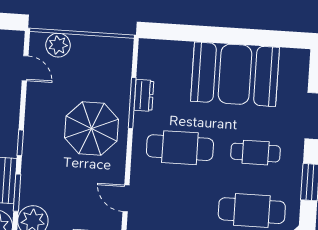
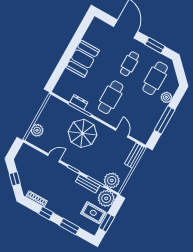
door: (25, 68) -> (54, 158), moved
booth: (235, 74) -> (83, 59), width x0.73, depth x0.70
door: (126, 198) -> (122, 133), swing flipped

